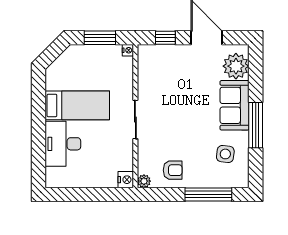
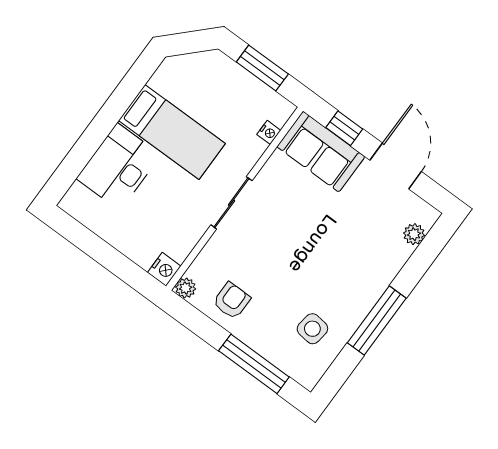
nightstand: (128, 50) -> (269, 132), moved
plant: (236, 66) -> (414, 234), width x0.53, depth x0.53
sofa: (235, 105) -> (321, 152), moved, turned -90
armchair: (173, 170) -> (232, 301), turned -90

